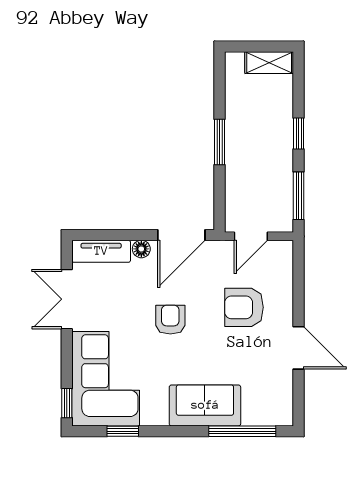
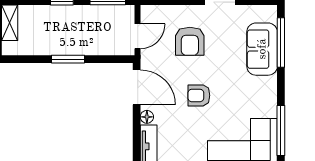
door: (251, 236) -> (138, 36), hinge flipped
sofa: (205, 405) -> (262, 49), moved
window: (123, 431) -> (281, 130), width x2.17

